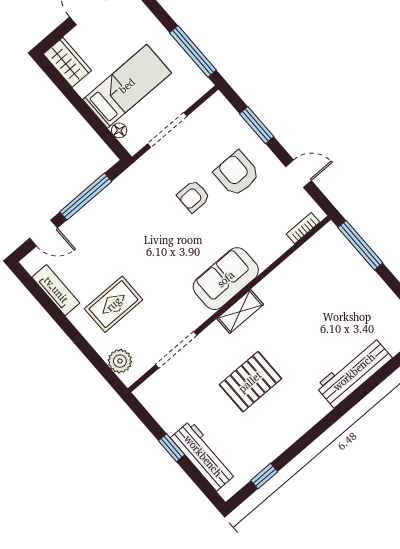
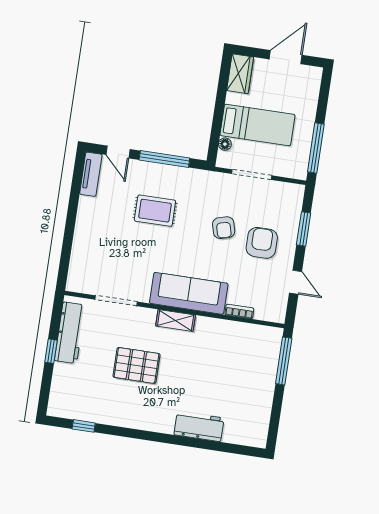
armchair: (194, 196) -> (224, 228), turned -105
bookcase: (303, 228) -> (239, 311), moved
sofa: (226, 279) -> (189, 293), width x1.36
tv unit: (56, 290) -> (91, 174), moved
rug: (114, 304) -> (155, 211), moved
plant: (120, 361) -> (78, 271), removed
workbench: (354, 372) -> (199, 426), width x0.73
workbench: (203, 456) -> (70, 333), moved

